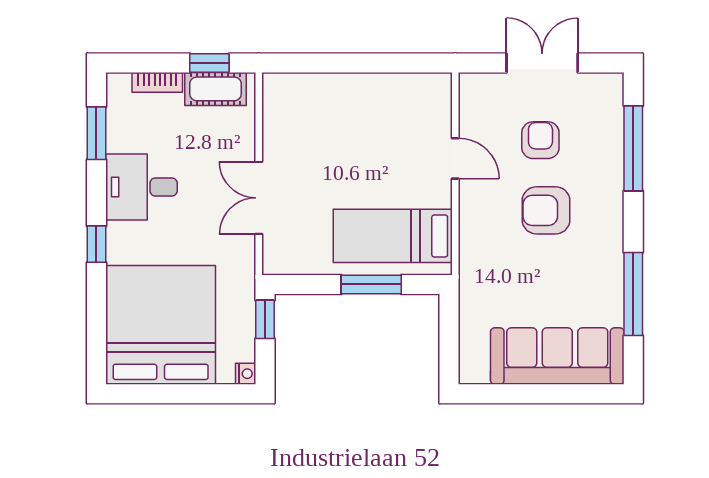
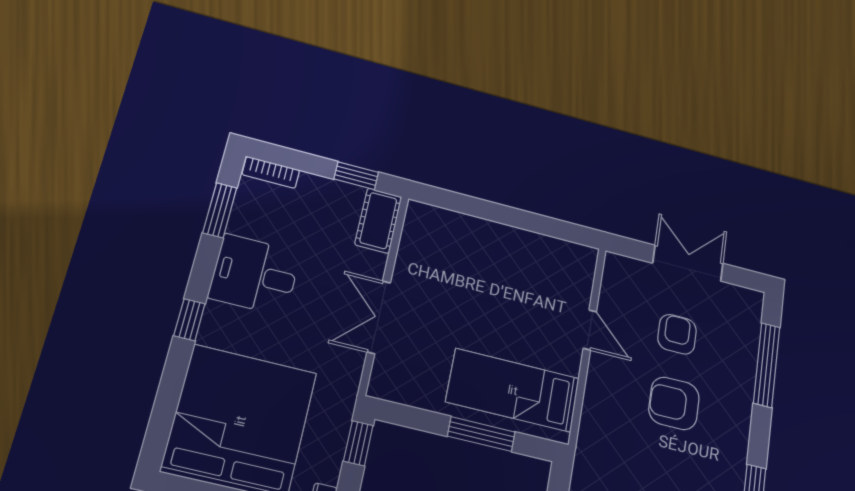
bookcase: (157, 82) -> (271, 172), moved
cot: (215, 89) -> (378, 221), moved, turned 90

